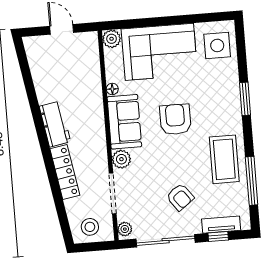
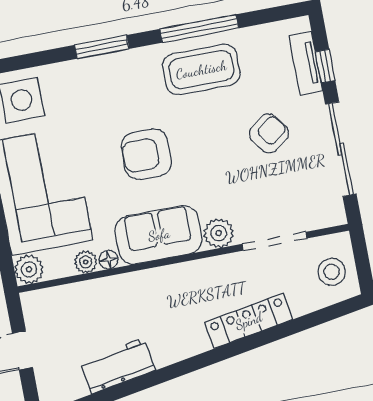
workbench: (55, 124) -> (118, 366), moved
window: (252, 181) -> (199, 29), moved
plant: (125, 229) -> (86, 262), moved

